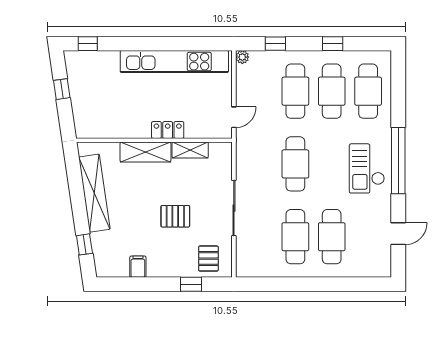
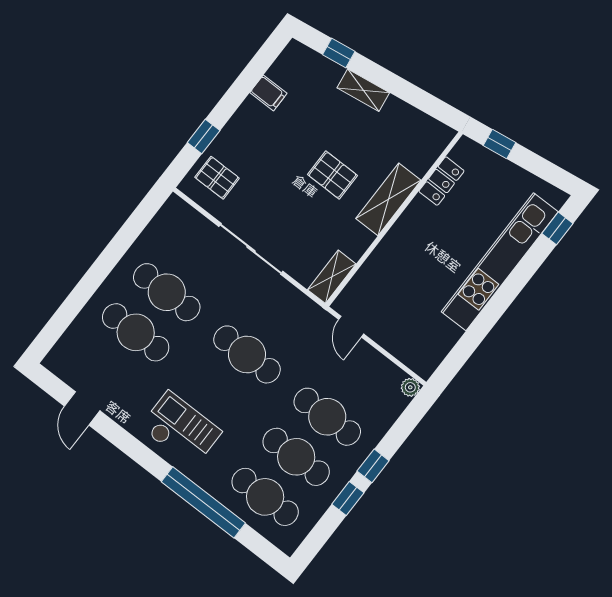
window: (275, 44) -> (373, 466), moved
kitchen unit: (174, 62) -> (500, 262), moved
window: (62, 89) -> (500, 144), moved
locker: (168, 130) -> (441, 181), moved
shelving: (190, 150) -> (332, 277), moved
window: (398, 161) -> (203, 502), moved
shelving: (94, 193) -> (363, 90), width x0.45, depth x0.75
pallet: (175, 216) -> (333, 175), moved, turned 90

